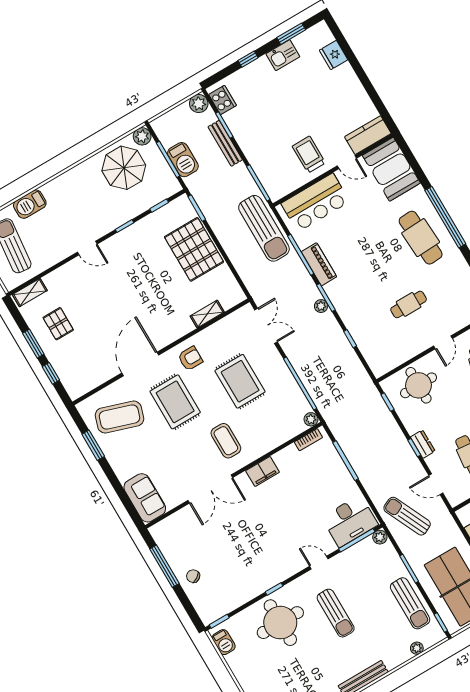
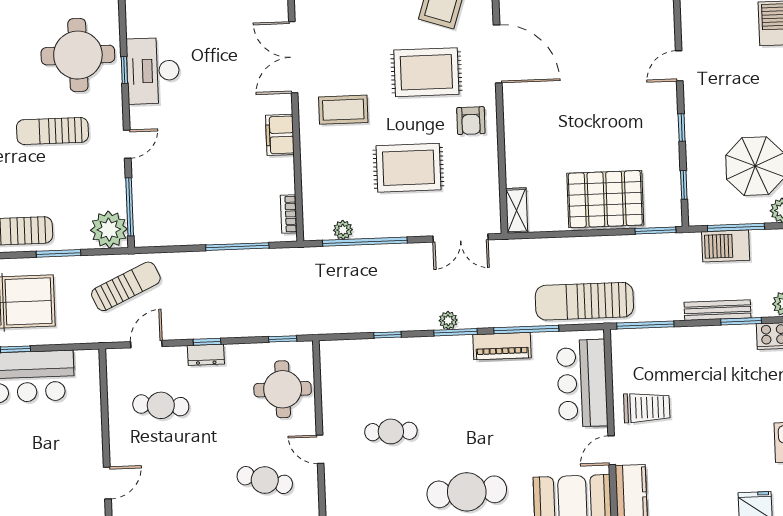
cafe table: (409, 304) -> (391, 431), turned 90
shelving: (207, 314) -> (517, 211), moved
plant: (311, 419) -> (343, 230), moved
desk: (350, 521) -> (153, 71), moved
plant: (380, 537) -> (109, 230), width x1.87, depth x1.87

